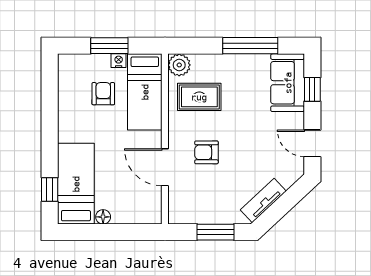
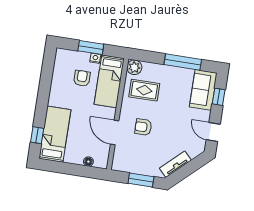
floor lamp: (103, 217) -> (88, 162), moved

